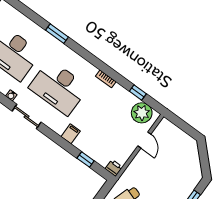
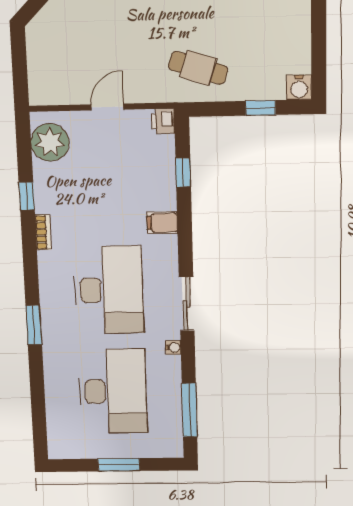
window: (57, 34) -> (34, 325), moved
window: (138, 93) -> (27, 196), moved
door: (144, 140) -> (107, 107), moved

